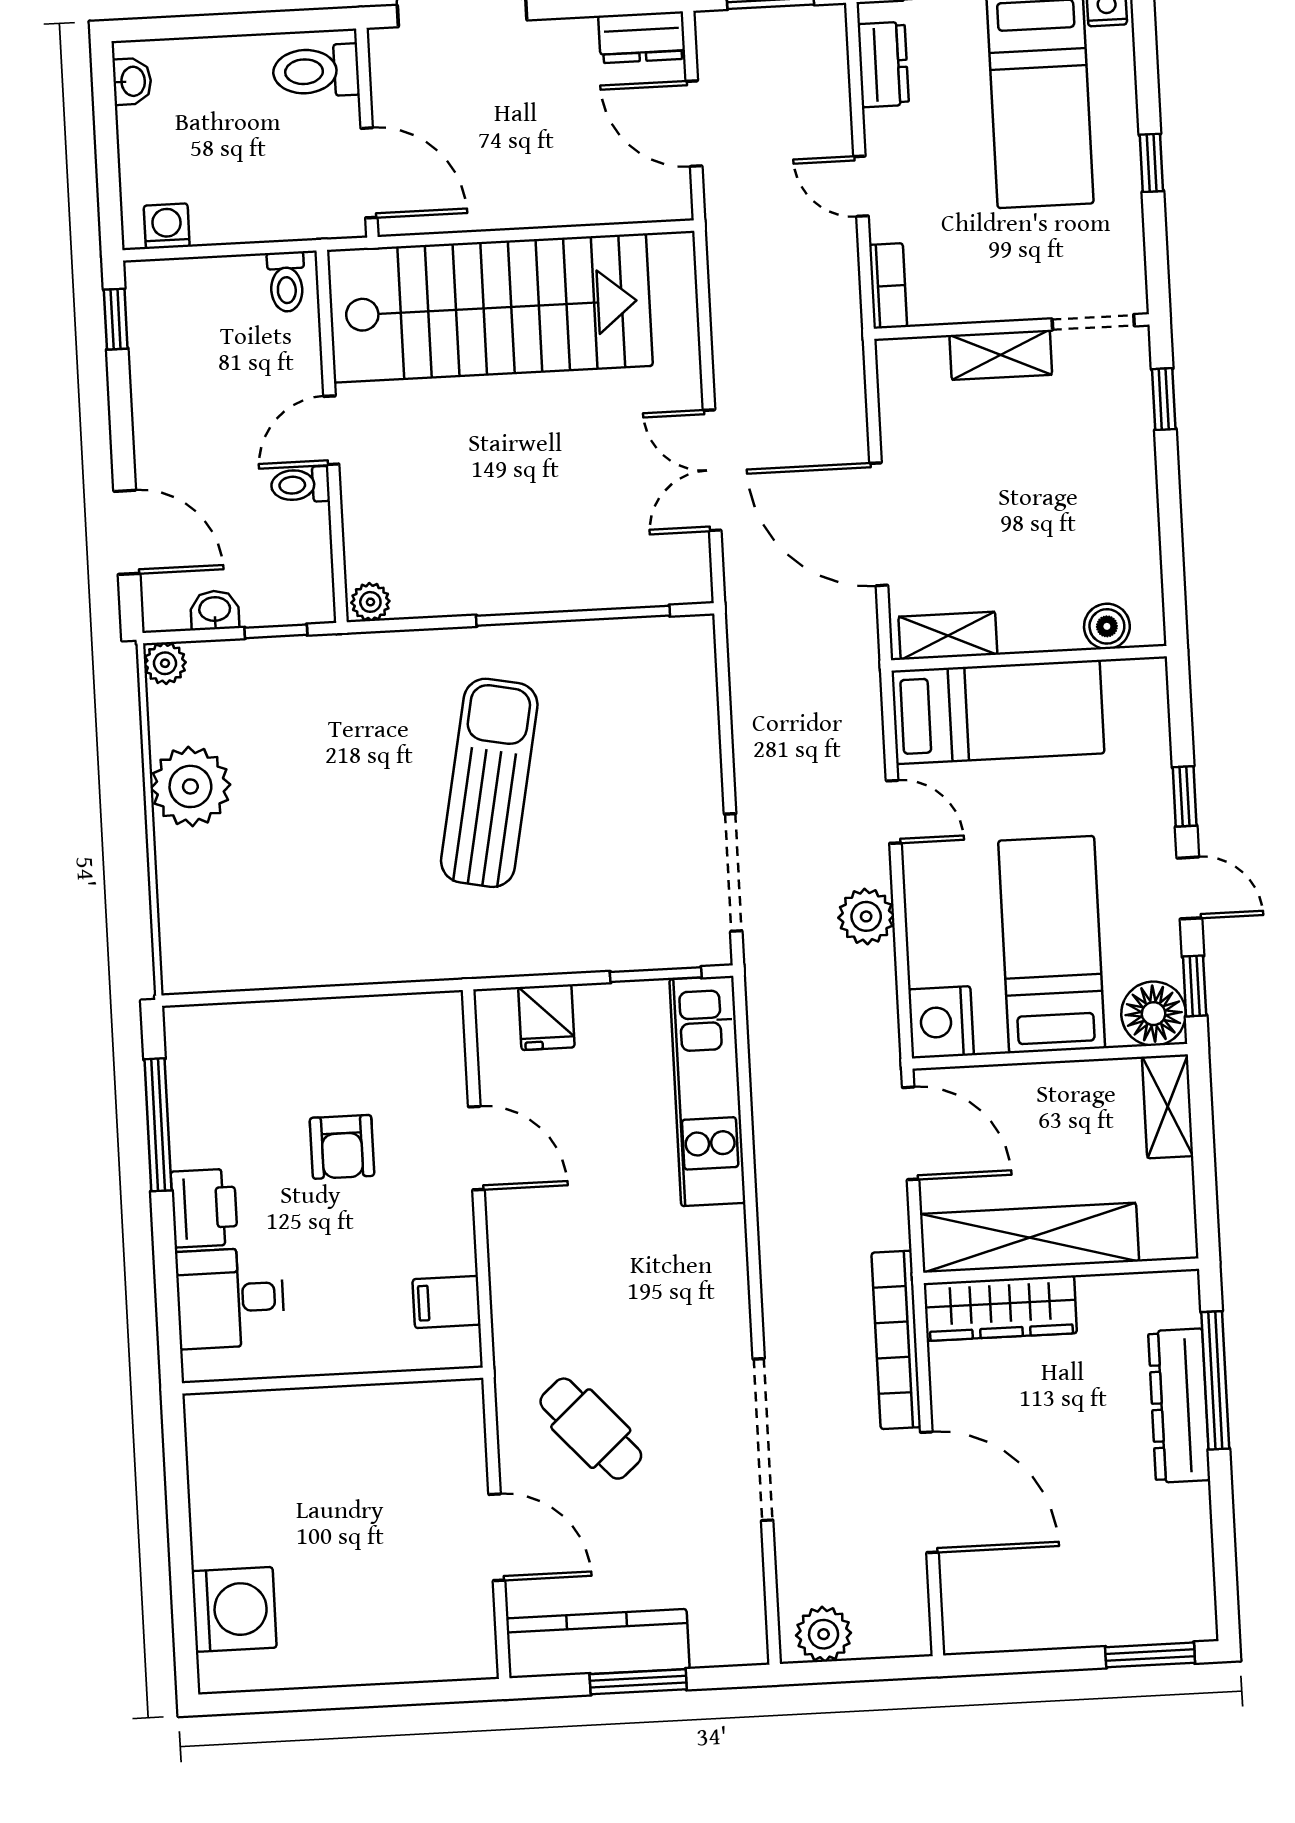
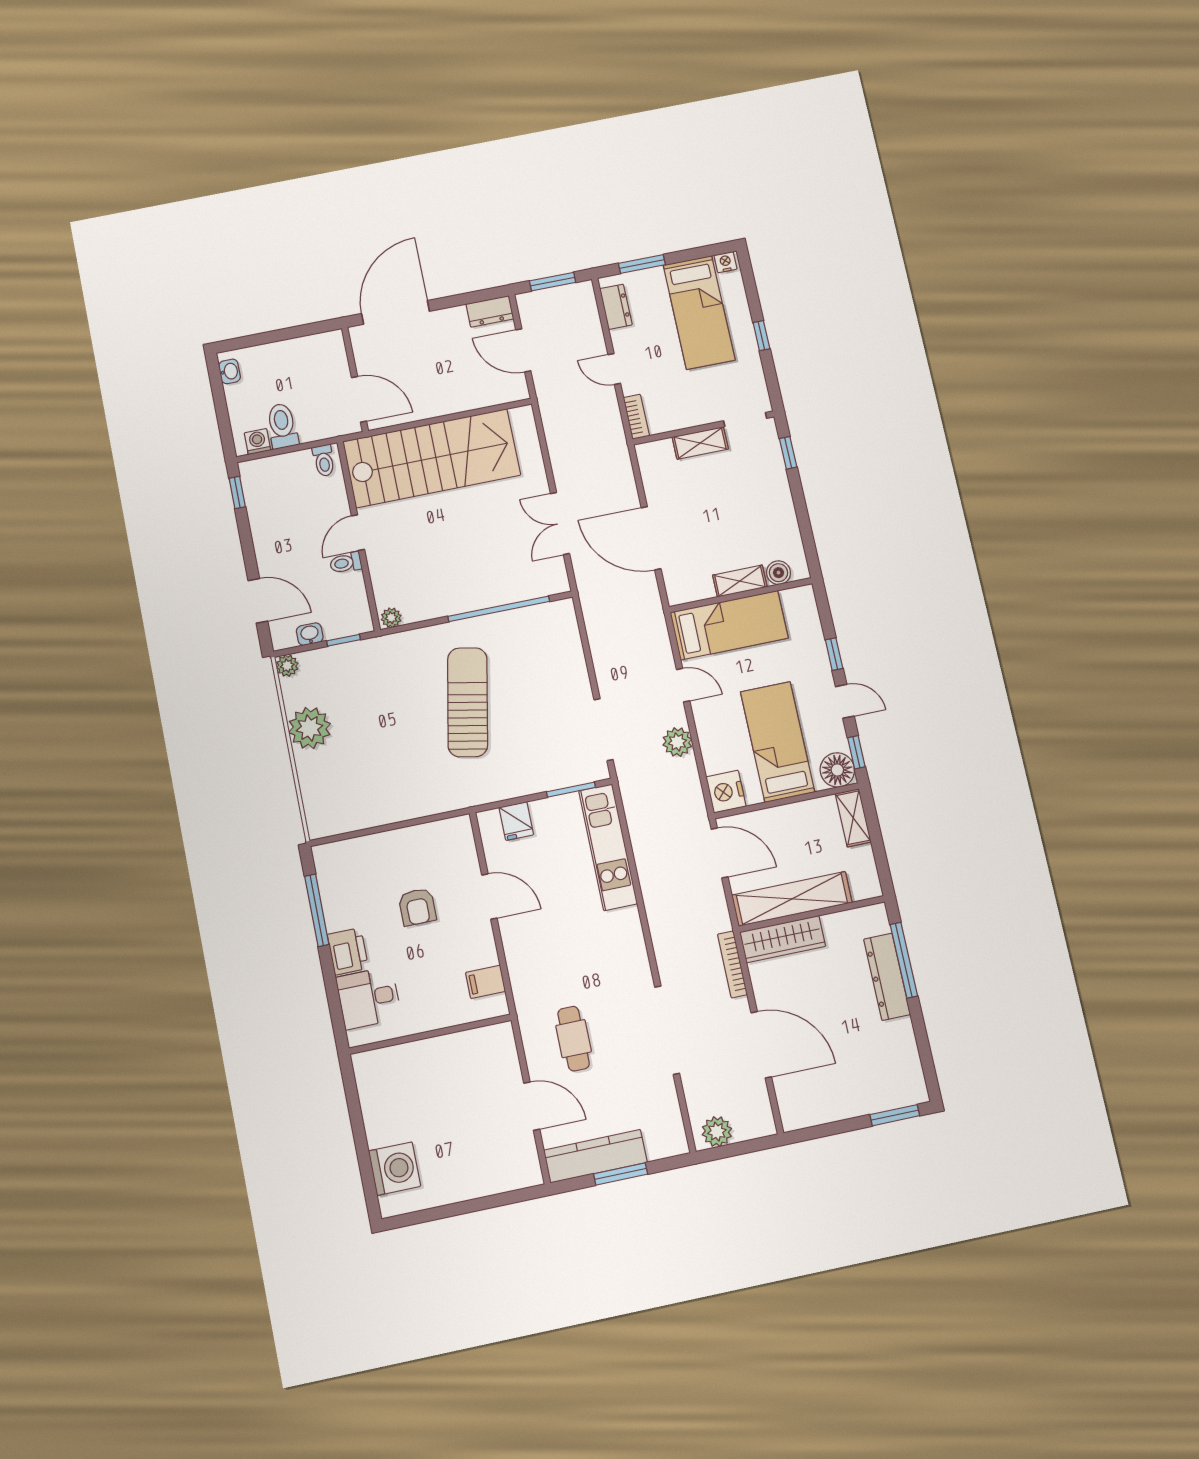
toilet: (316, 71) -> (282, 426), moved, turned 90
shelving: (948, 636) -> (740, 581), moved
bookcase: (896, 1340) -> (732, 964), width x0.68, depth x0.76
cafe table: (591, 1429) -> (574, 1039), turned 42

